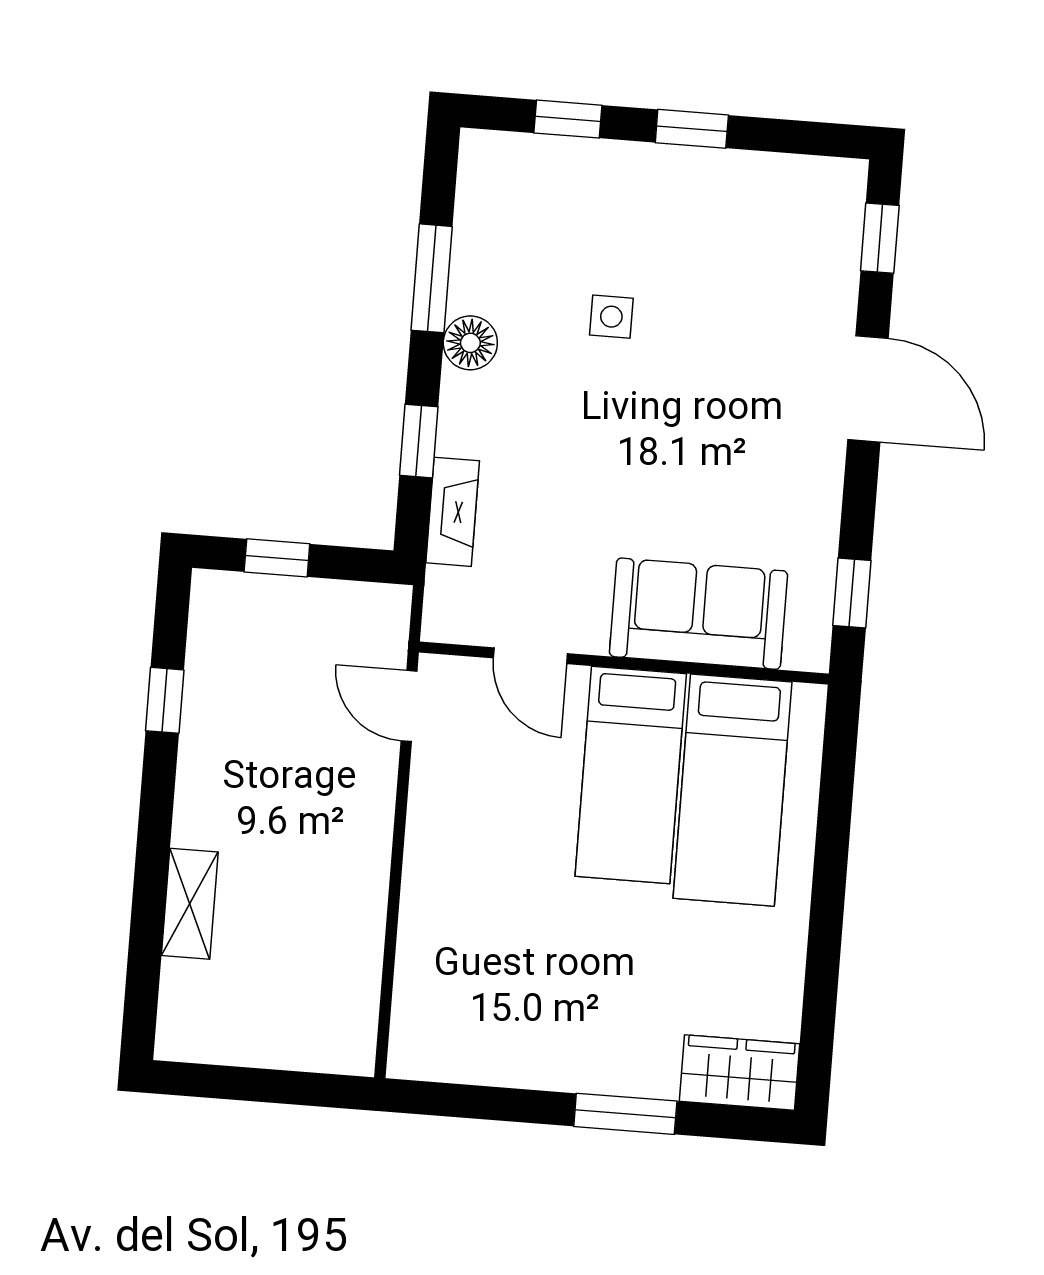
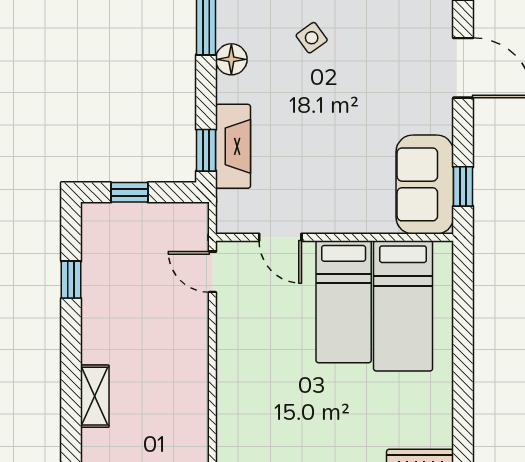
side table: (611, 317) -> (312, 38), turned -36
window: (419, 441) -> (206, 150), moved
fireplace: (453, 512) -> (233, 146), width x1.37, depth x1.32
sofa: (699, 614) -> (425, 184), moved, turned -90

